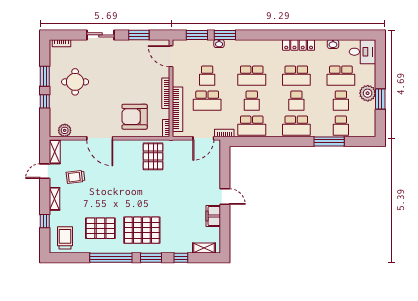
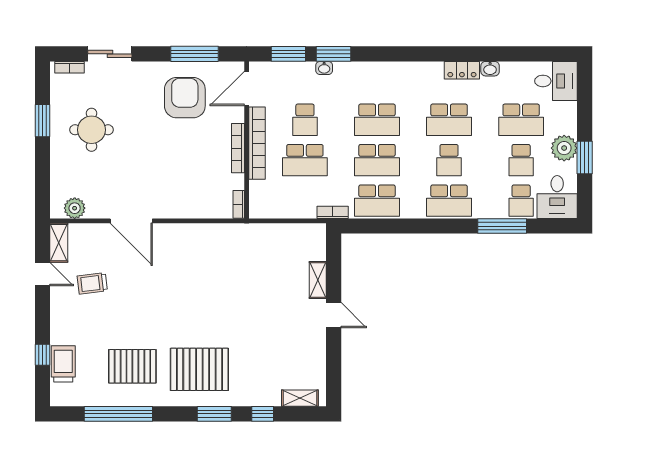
sliding door: (101, 35) -> (110, 54), moved
window: (139, 35) -> (194, 54), width x1.44
washbasin: (333, 44) -> (490, 69), moved
locker: (299, 45) -> (462, 70), width x0.66
door: (171, 56) -> (247, 89), hinge flipped
window: (45, 101) -> (42, 161), removed
school desk: (252, 101) -> (377, 160), width x1.85
bookcase: (178, 109) -> (257, 143), moved
armchair: (135, 117) -> (185, 98), moved, turned 90
desk: (363, 124) -> (557, 197), added
door: (203, 138) -> (299, 221), removed
pallet: (153, 156) -> (218, 250), removed
door: (45, 171) -> (42, 274), swing flipped
shelving: (55, 199) -> (318, 280), moved
filing cabinet: (213, 216) -> (315, 347), removed
trolley: (65, 238) -> (63, 364), moved
window: (111, 258) -> (118, 414), moved

